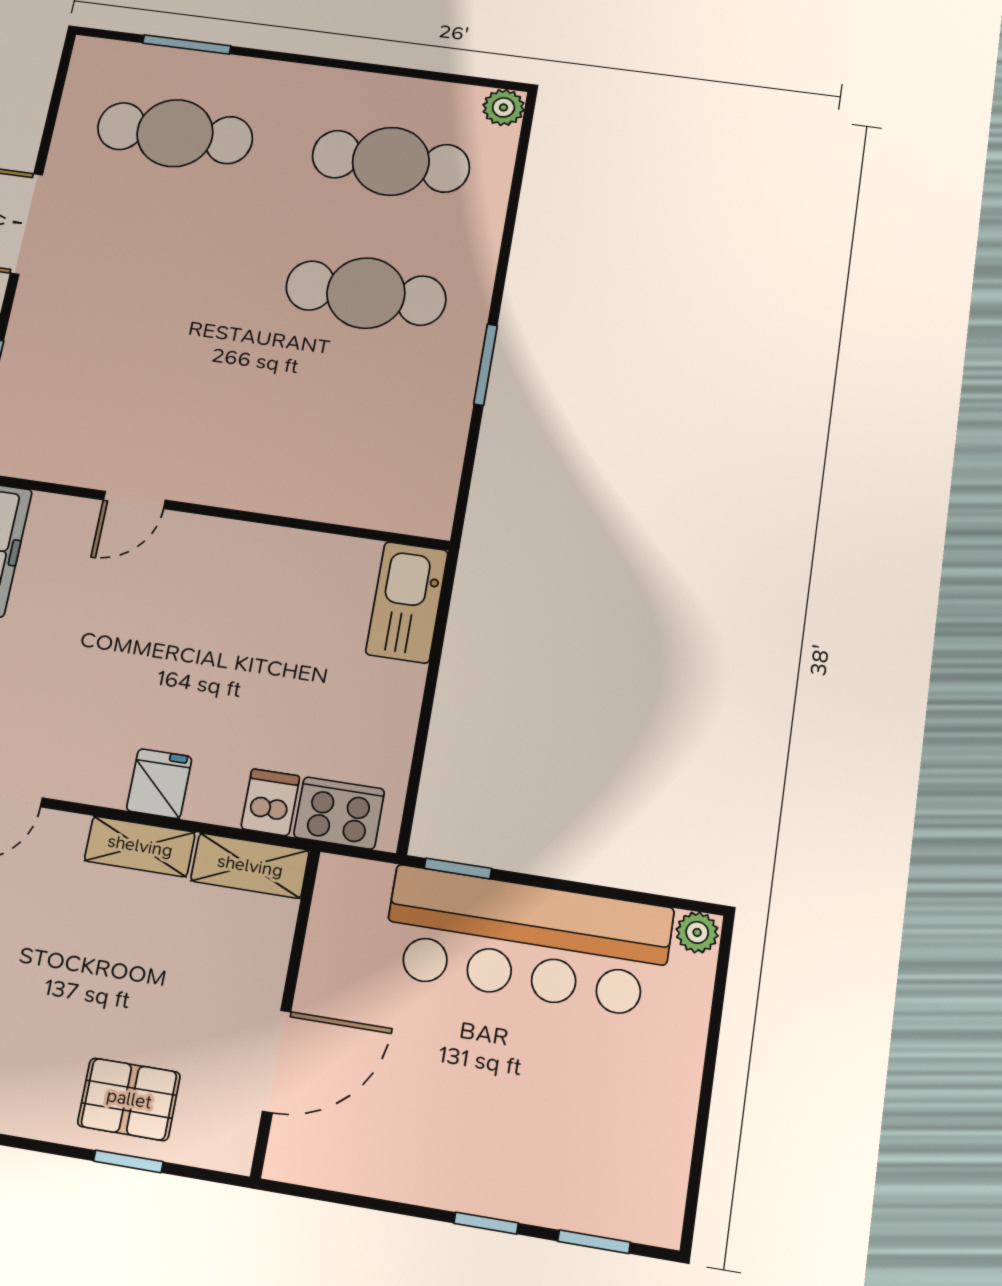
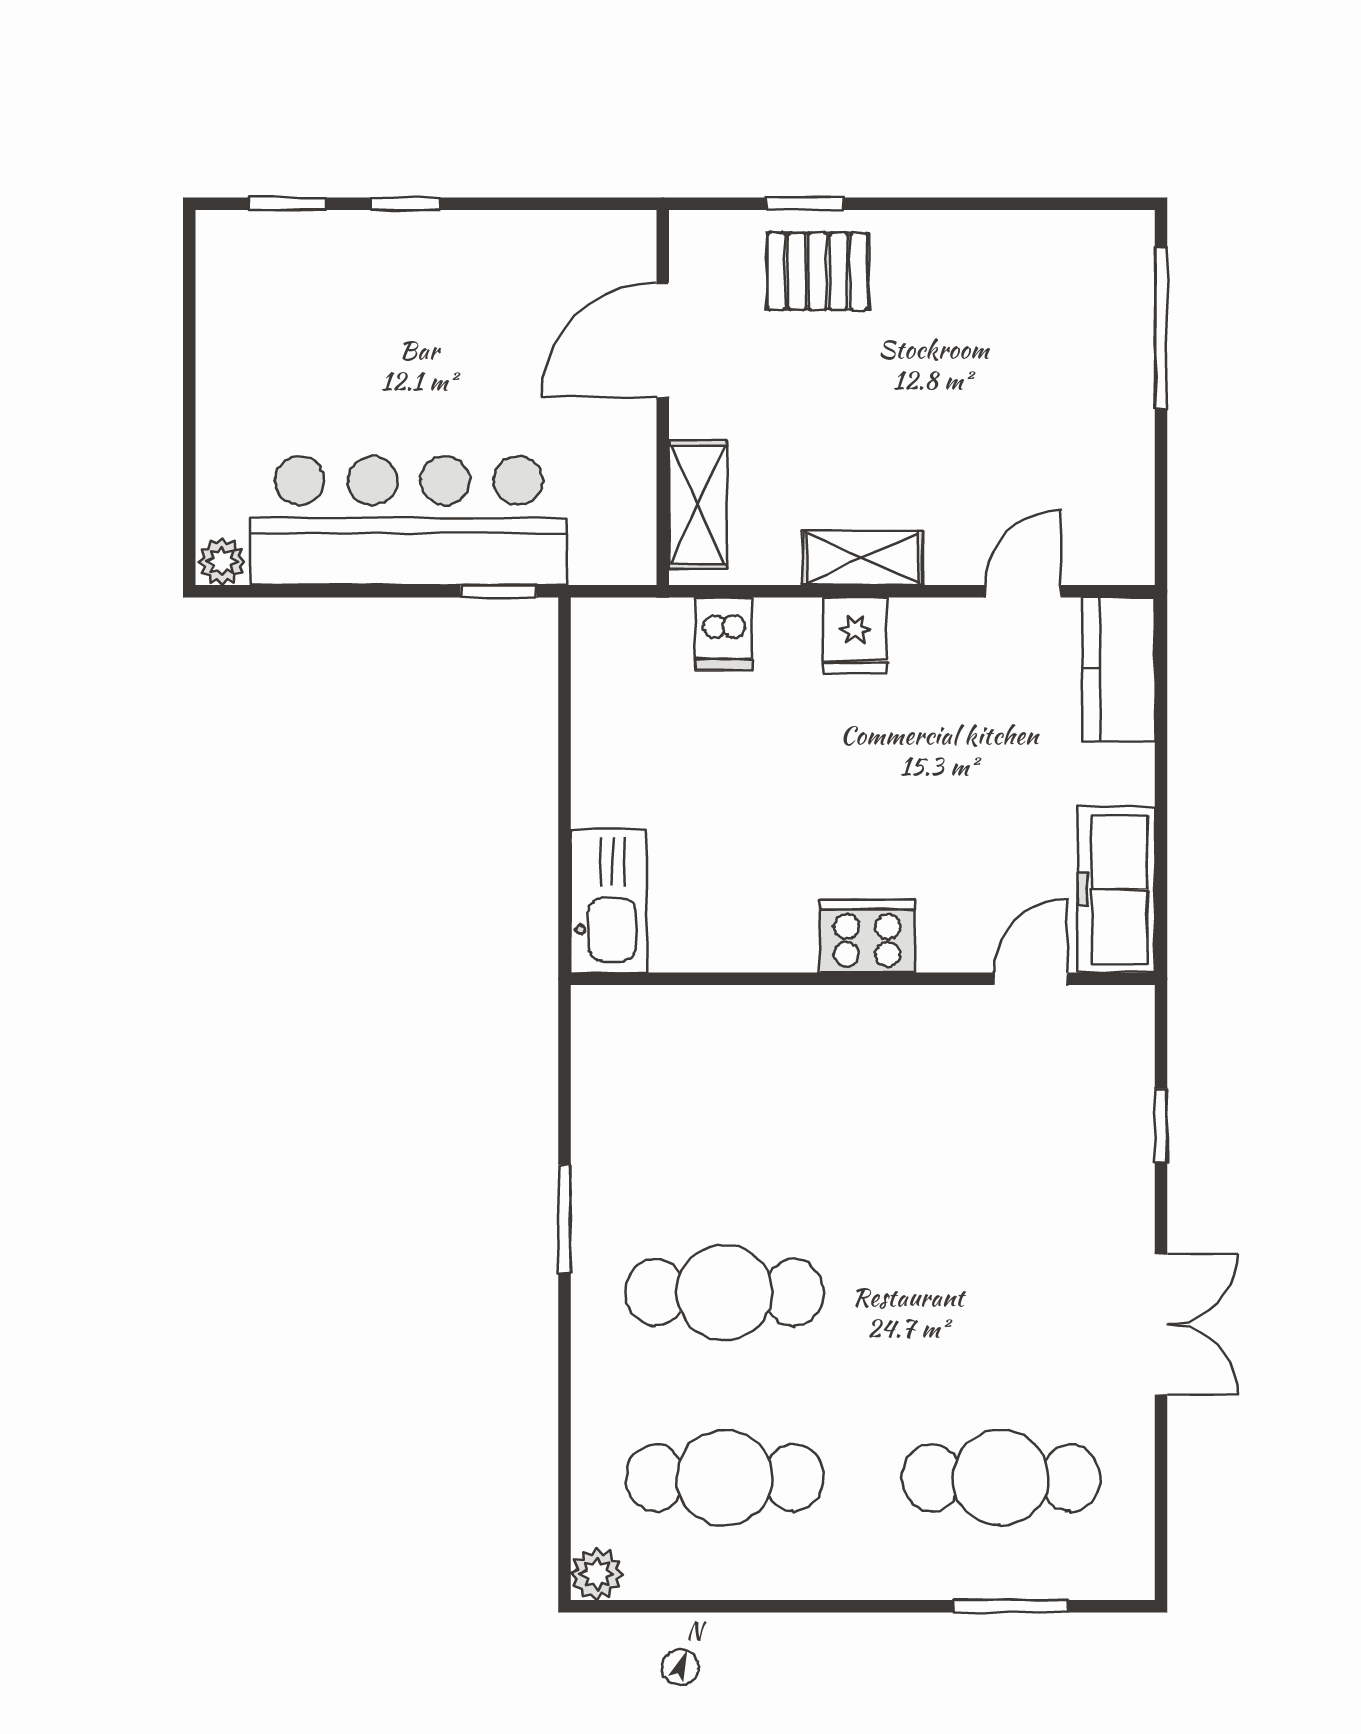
door: (134, 500) -> (1031, 979), moved
cooker: (339, 813) -> (867, 936), moved, turned 180
shelving: (250, 866) -> (698, 504), moved, turned 90

